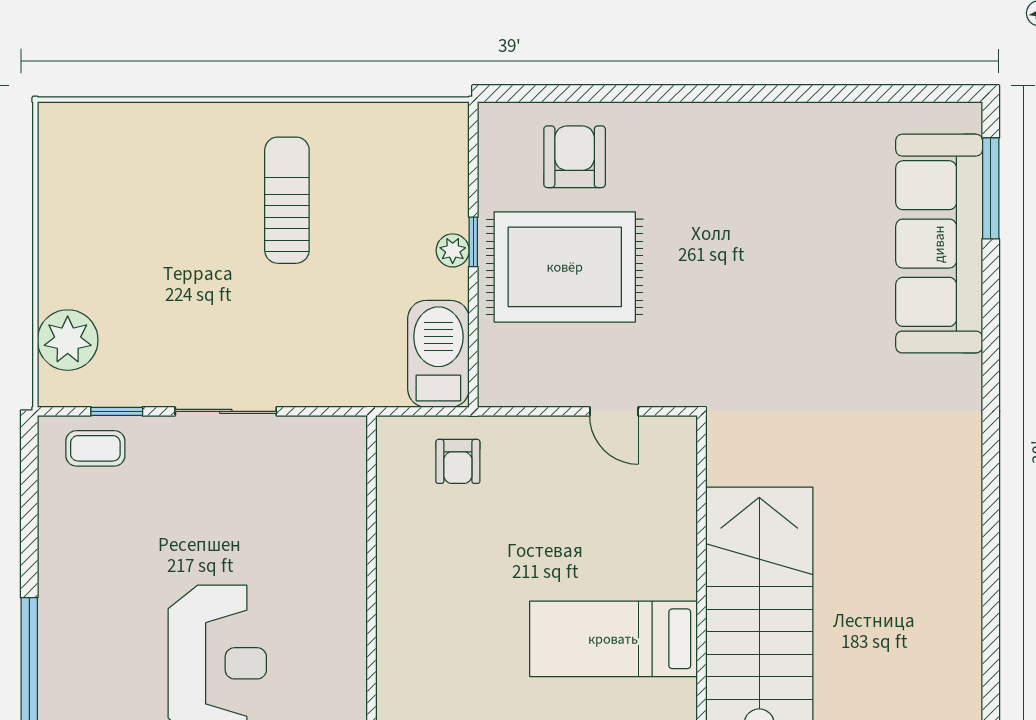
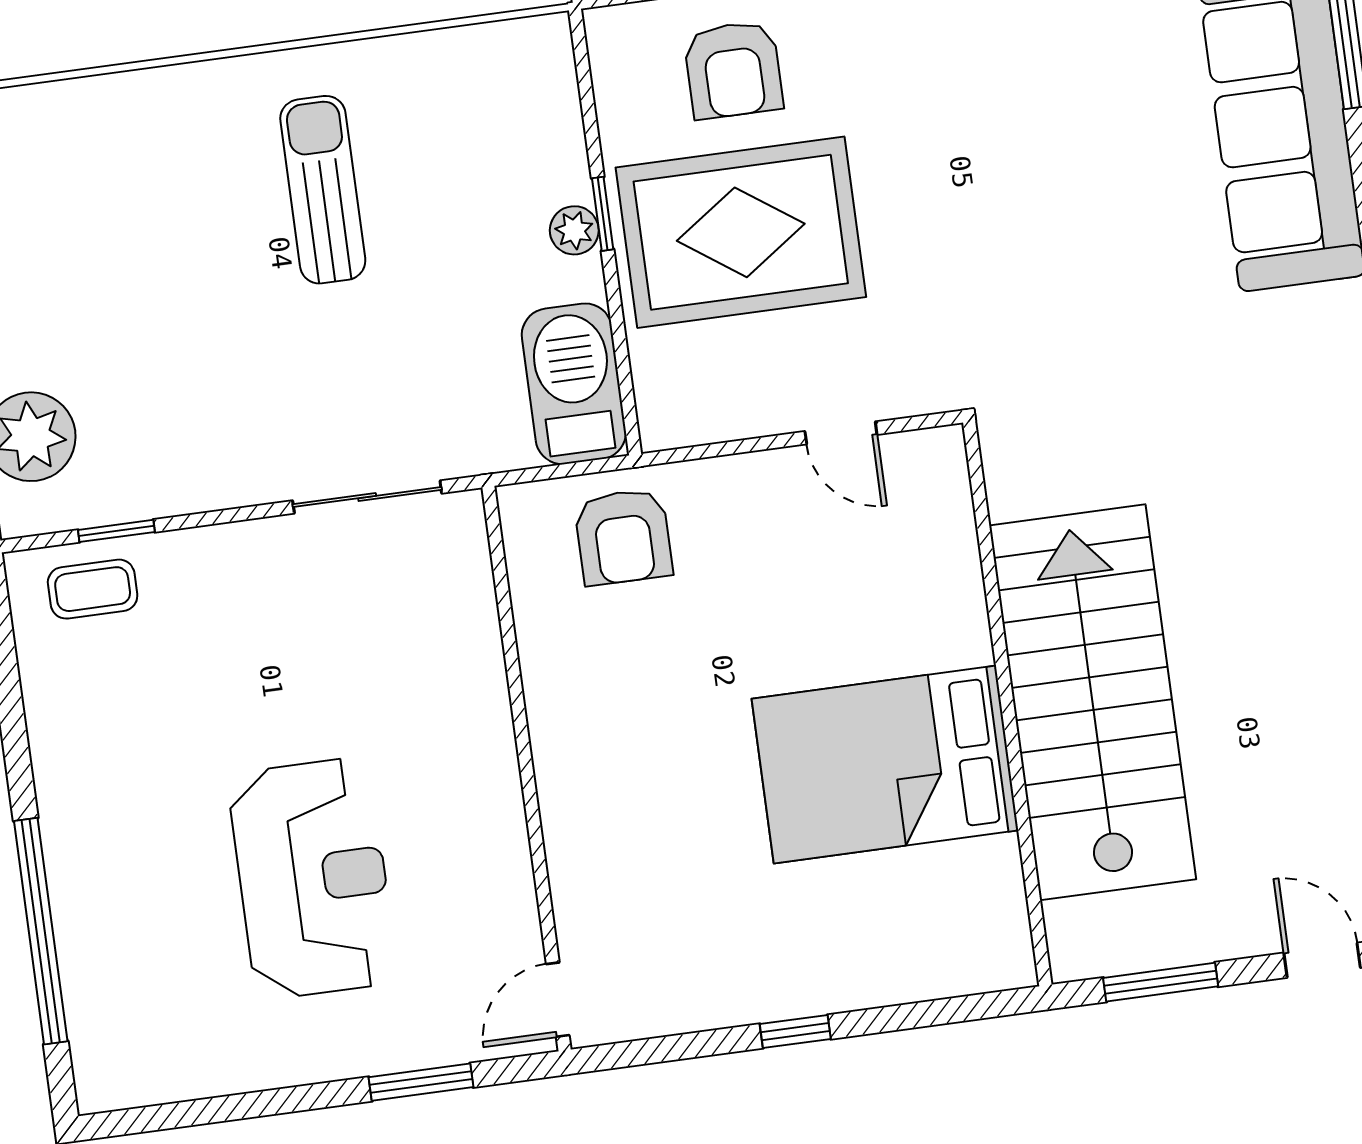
armchair: (575, 157) -> (733, 70), turned 180
sliding door: (226, 411) -> (367, 497), moved
armchair: (458, 461) -> (623, 537), width x1.38, depth x1.38
bed: (613, 639) -> (885, 764), width x1.50

